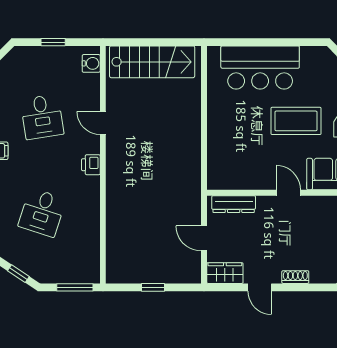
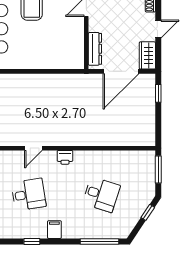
door: (204, 238) -> (121, 71), width x1.88
window: (153, 287) -> (158, 93), moved

